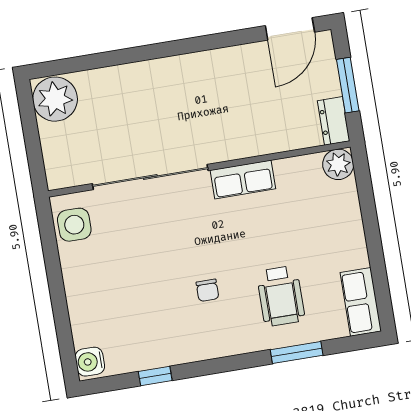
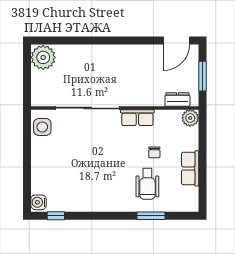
dresser: (334, 121) -> (177, 99), moved, turned 90
chair: (207, 290) -> (154, 152), moved
row of seats: (361, 302) -> (190, 168), moved
window: (155, 376) -> (56, 216), moved

